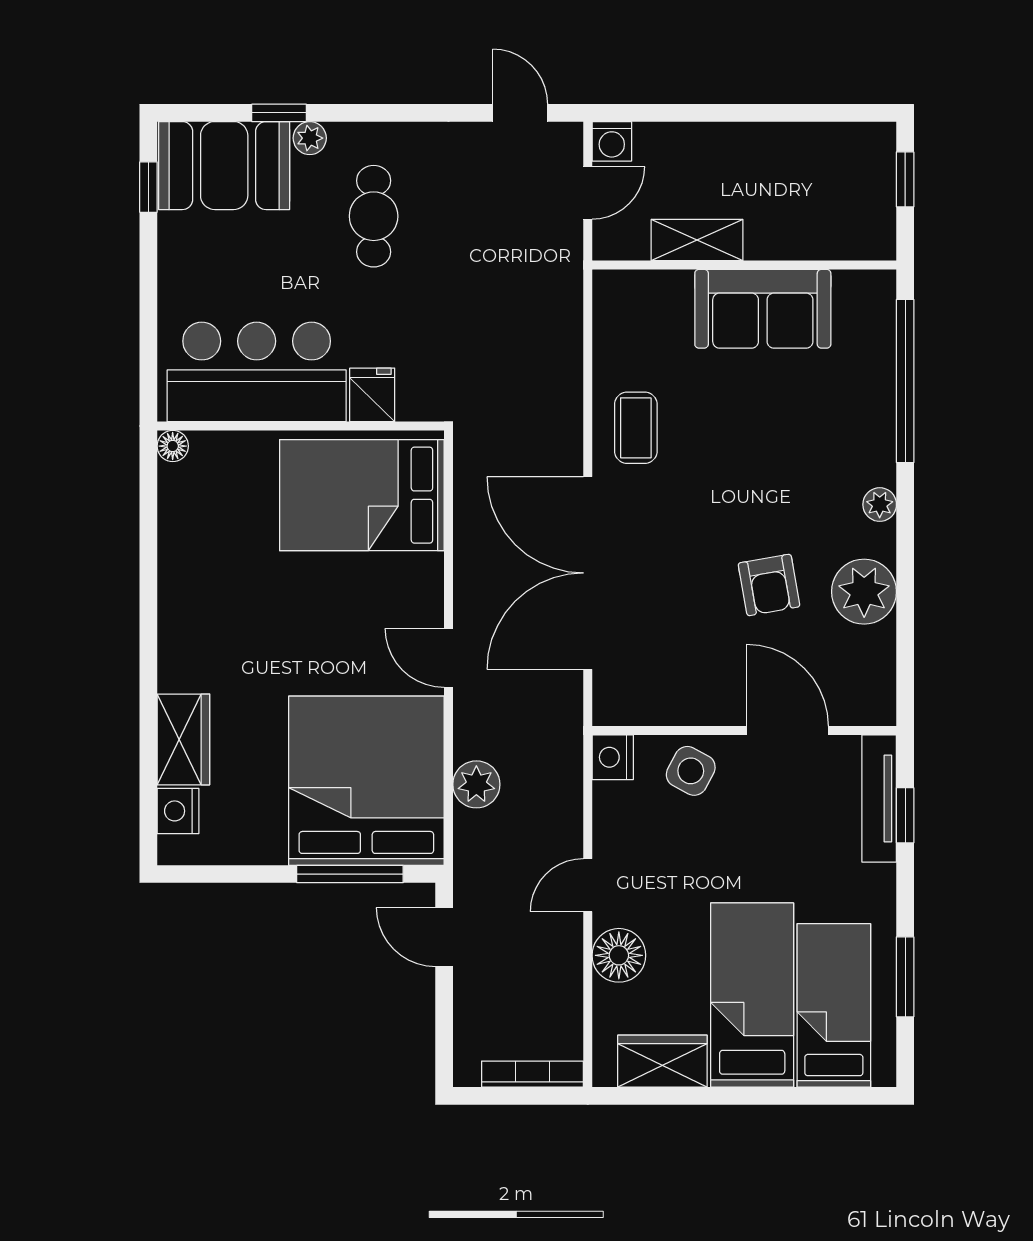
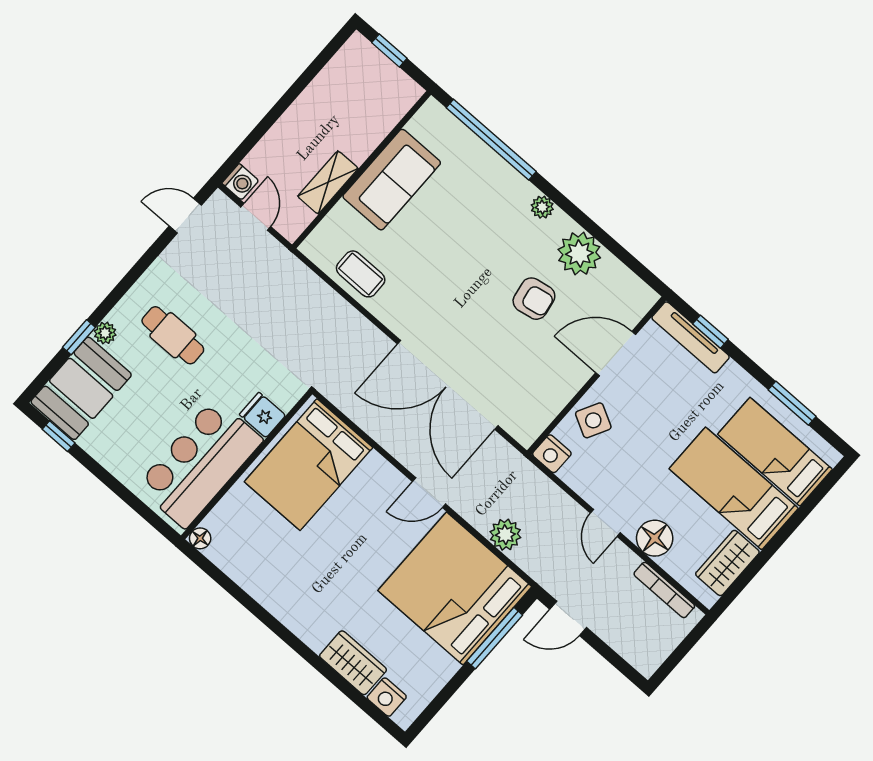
coffee table: (636, 428) -> (361, 274), moved
bookcase: (532, 1074) -> (664, 590), moved, turned -90

